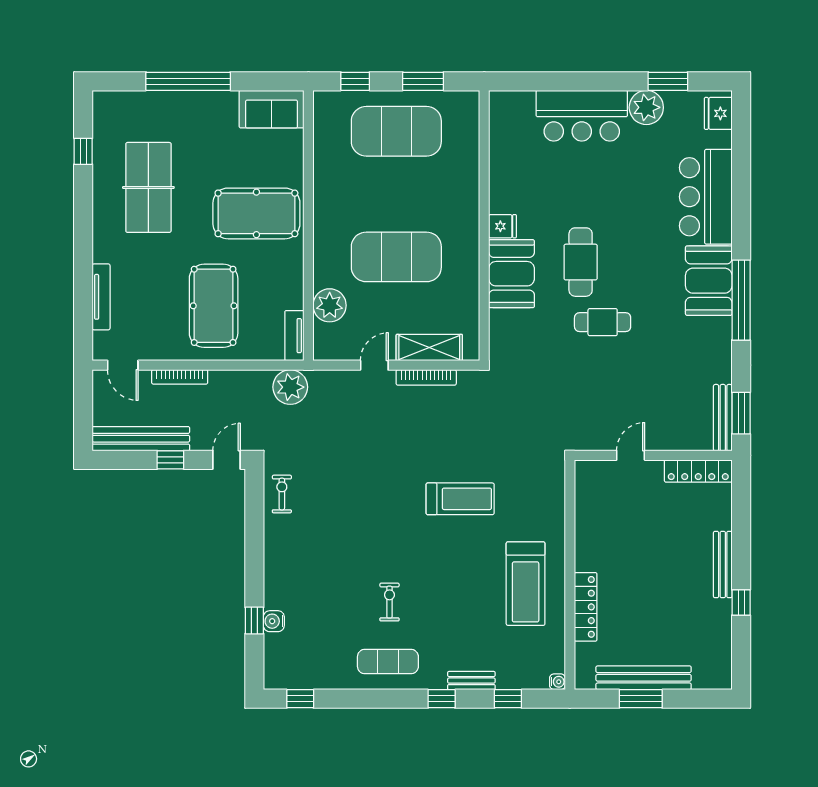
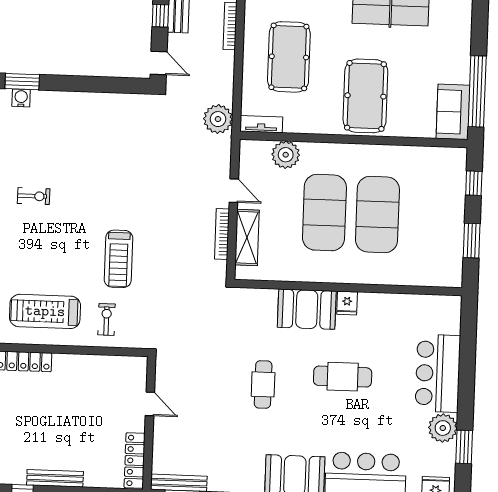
window: (188, 81) -> (477, 91), moved
exercise mat: (396, 131) -> (377, 214), moved
cafe table: (581, 262) -> (343, 377), moved
pool table: (214, 306) -> (289, 57), turned 90
exercise bike: (282, 494) -> (106, 319), moved, turned -90
window: (254, 621) -> (22, 82), width x1.50

